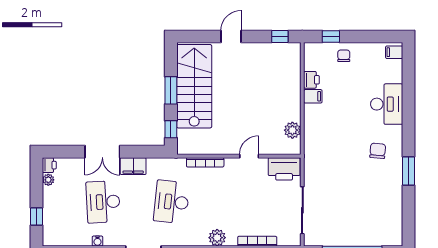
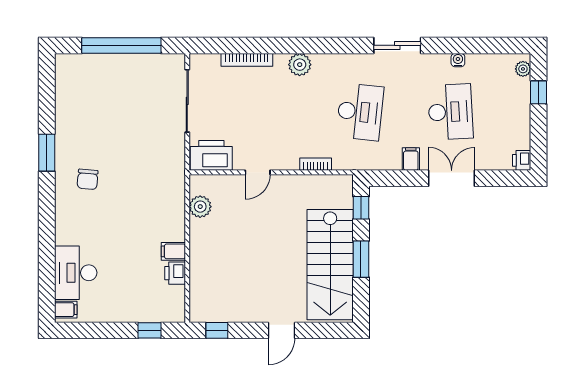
chair: (344, 56) -> (132, 305), removed
desk: (387, 104) -> (76, 273), moved
bookcase: (205, 162) -> (316, 164), width x0.64
filing cabinet: (133, 166) -> (411, 159), width x0.50
plant: (48, 180) -> (523, 69), moved

